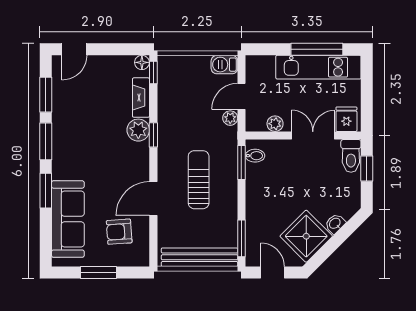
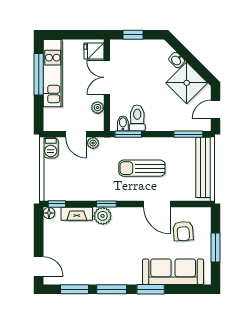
toilet: (351, 156) -> (137, 118), moved, turned -90

